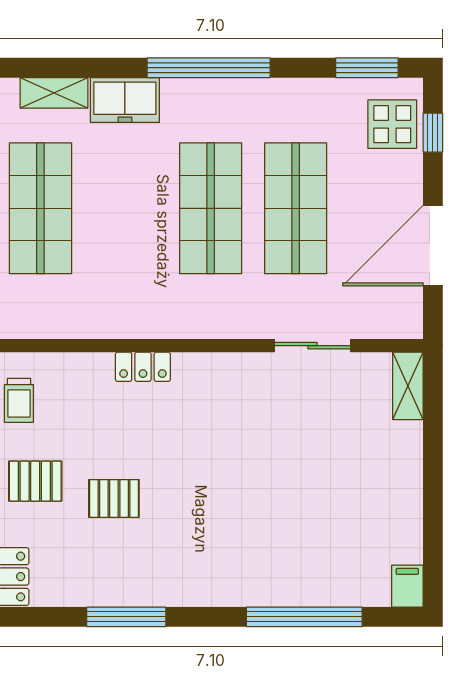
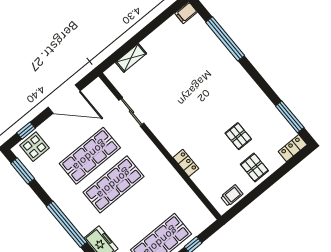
shelving: (408, 386) -> (131, 58), moved
window: (126, 617) -> (290, 117), moved

